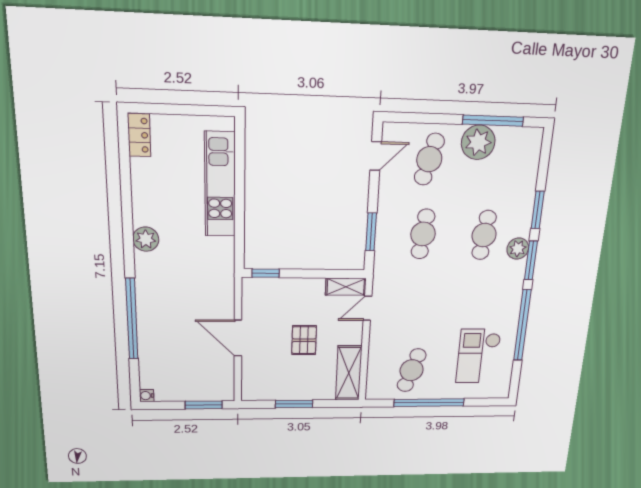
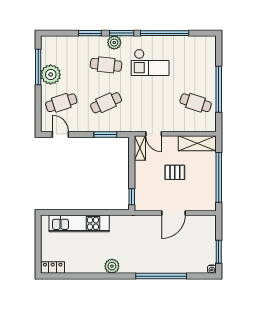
cafe table: (429, 159) -> (61, 103), turned -33
cafe table: (423, 234) -> (106, 103), turned -30
checkout: (478, 356) -> (150, 62), moved
window: (294, 404) -> (219, 177), width x2.11
window: (204, 405) -> (219, 252), moved

